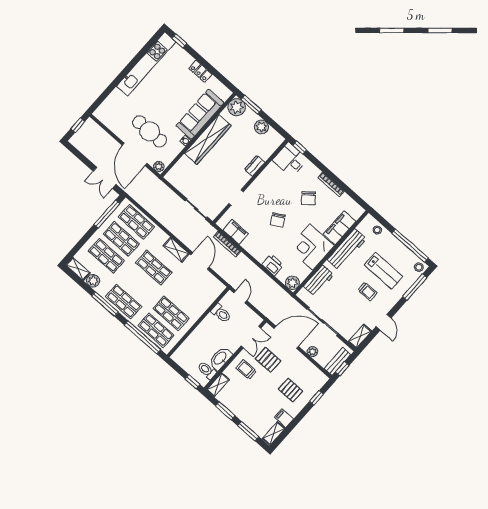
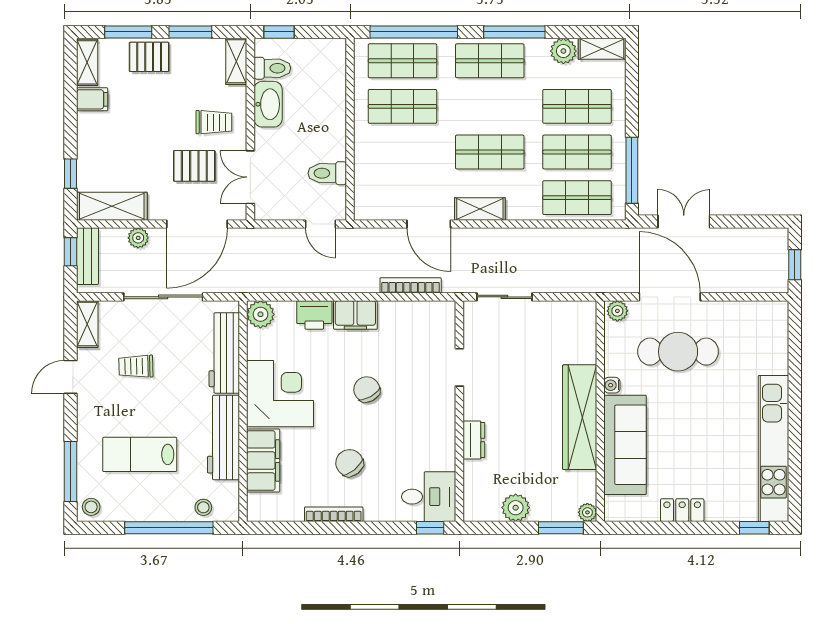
plant: (237, 107) -> (587, 512), width x0.53, depth x0.53
filing cabinet: (236, 232) -> (355, 315), moved
window: (410, 246) -> (169, 528), moved
workbench: (319, 280) -> (224, 353), width x1.38
trolley: (367, 292) -> (136, 366), moved
door: (384, 322) -> (71, 377), hinge flipped
shelving: (312, 372) -> (112, 206), added
pallet: (290, 390) -> (149, 57), moved

